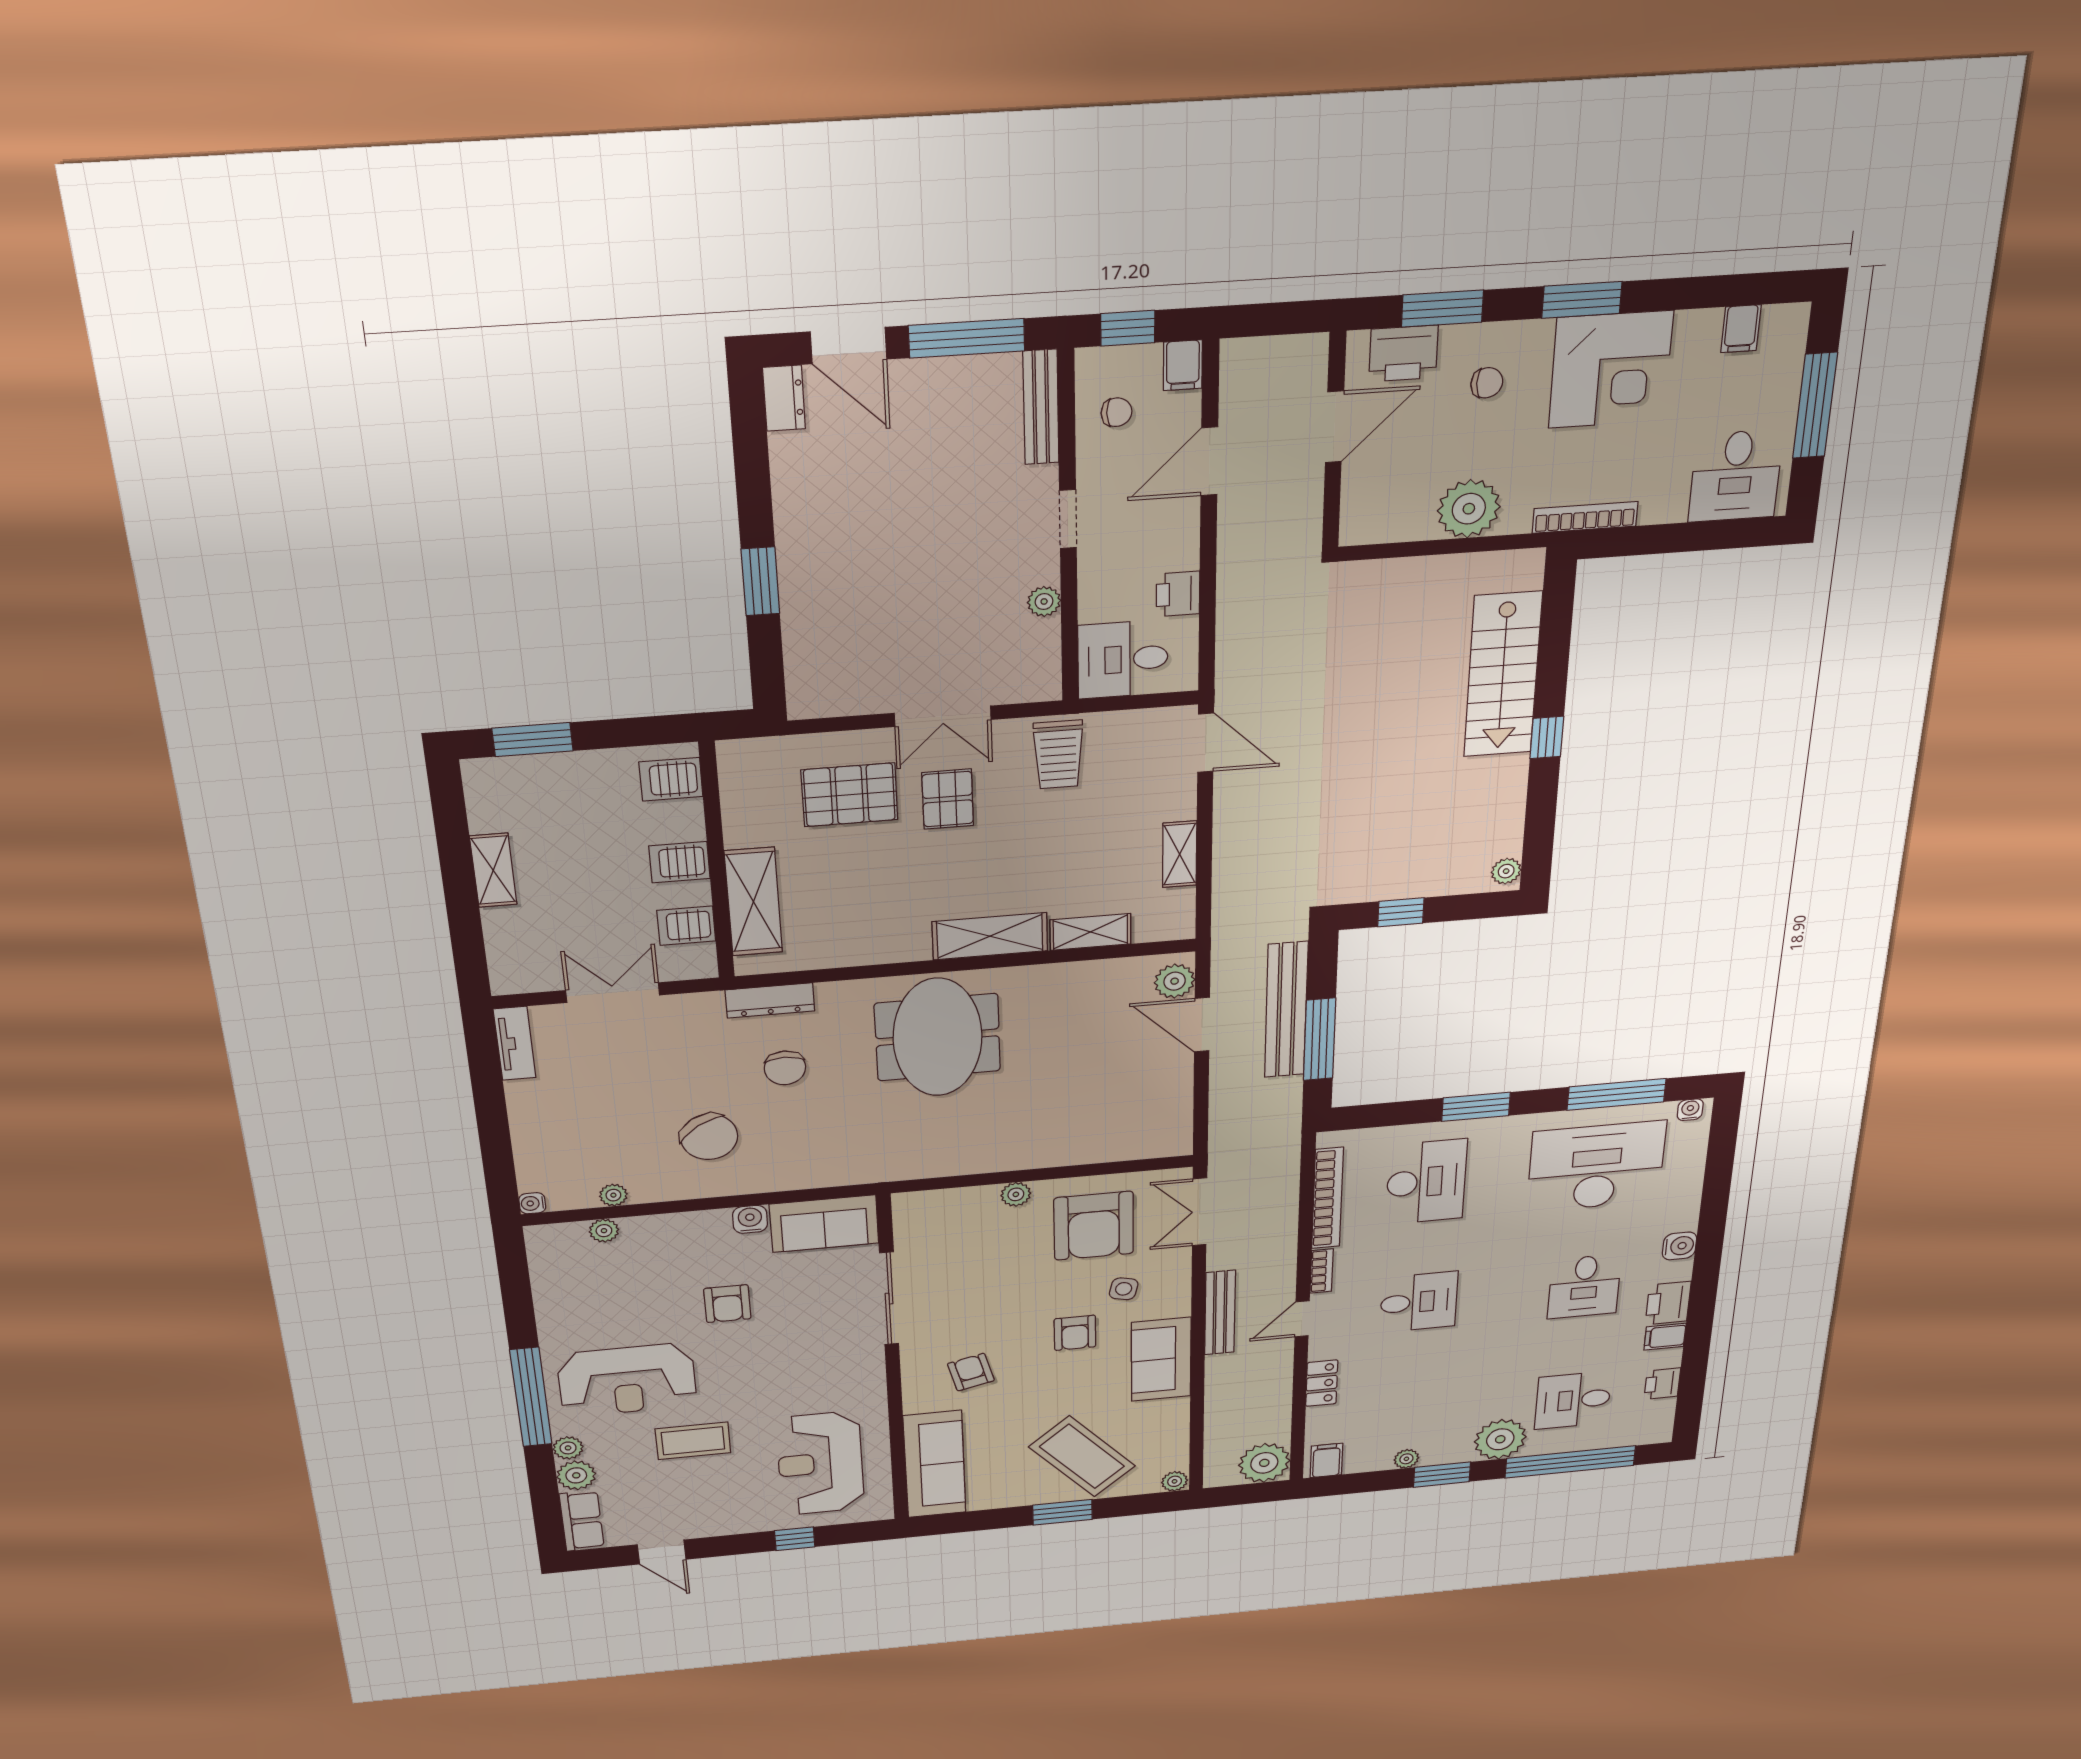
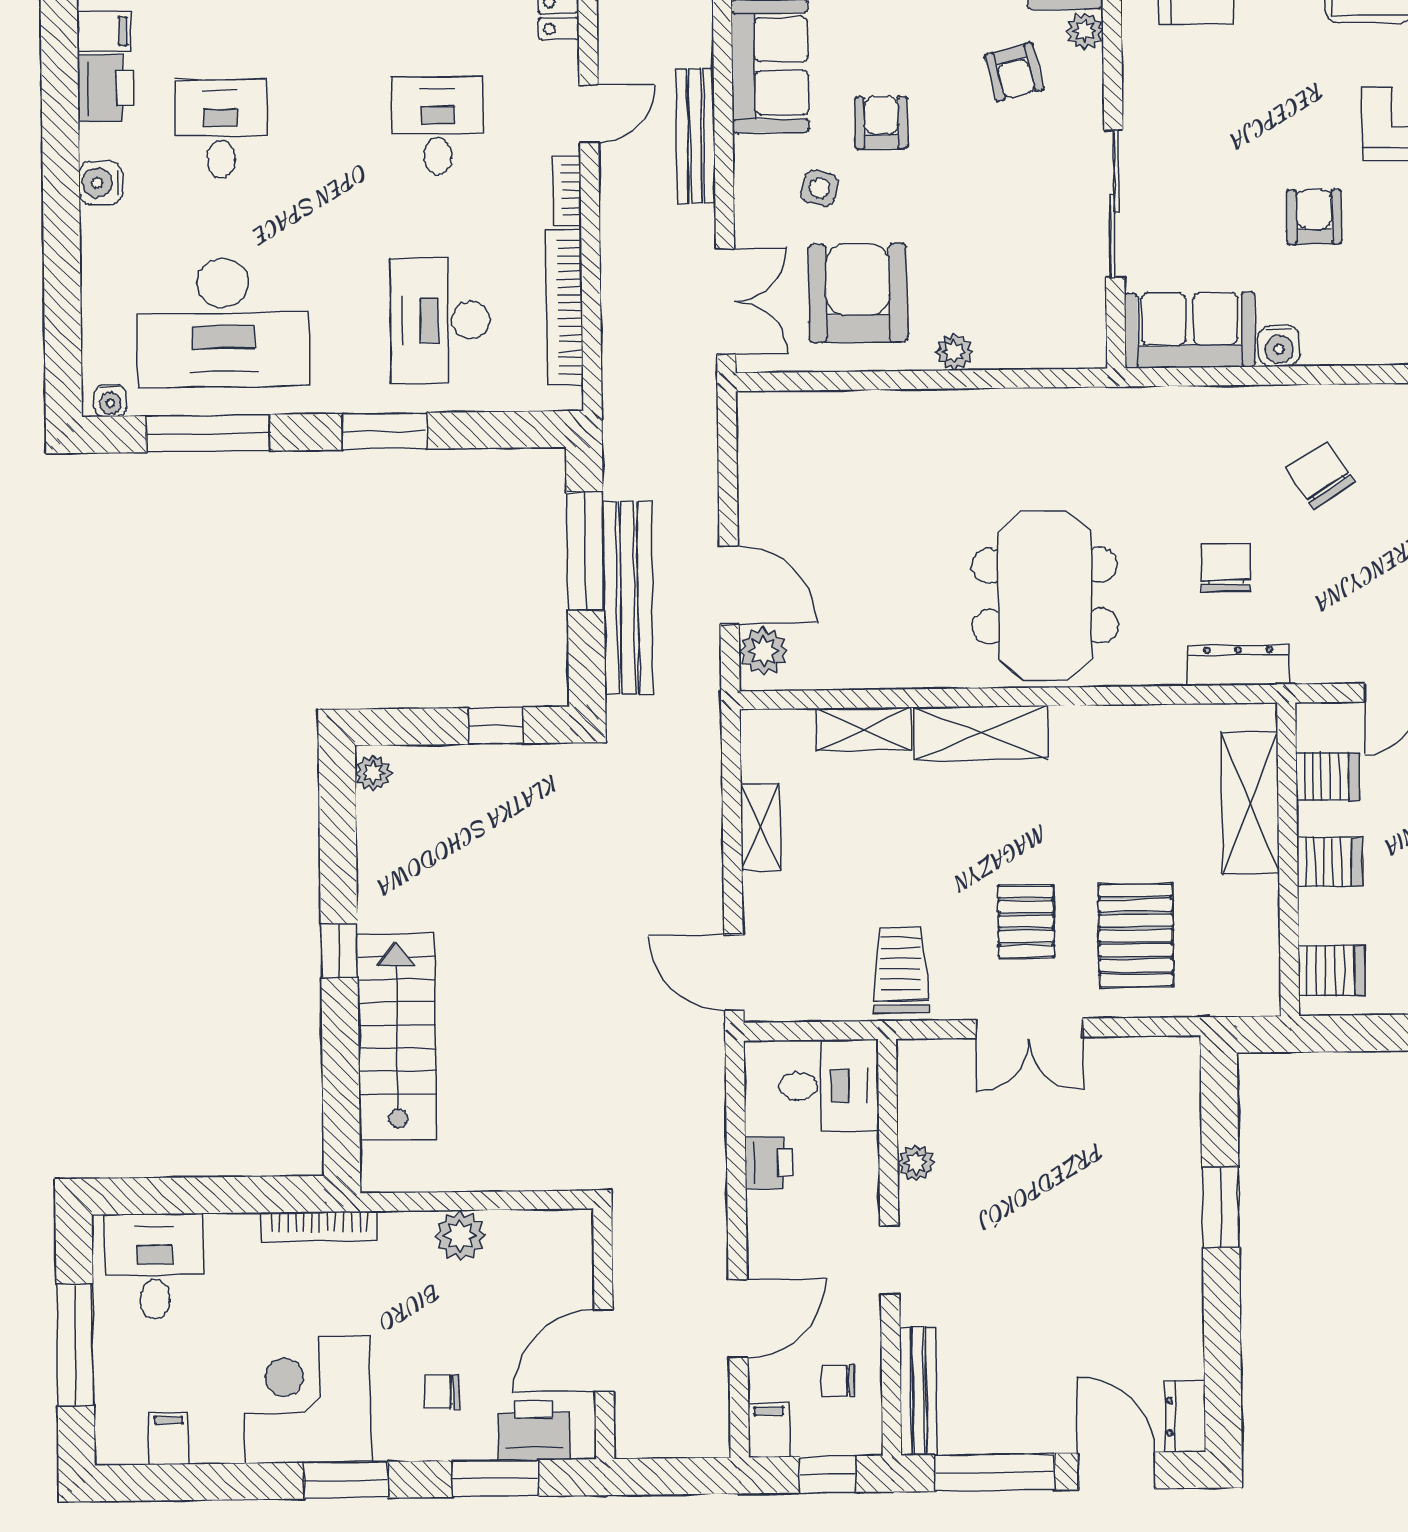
plant: (1469, 509) -> (460, 1236), width x0.73, depth x0.73
double door: (943, 716) -> (1029, 1028), swing flipped
pallet: (849, 795) -> (1136, 935), turned 90
chair: (709, 1137) -> (1320, 475), width x0.73, depth x0.73
desk: (1419, 1302) -> (438, 126), turned 90
plant: (916, 1401) -> (1085, 31), added

